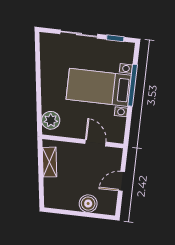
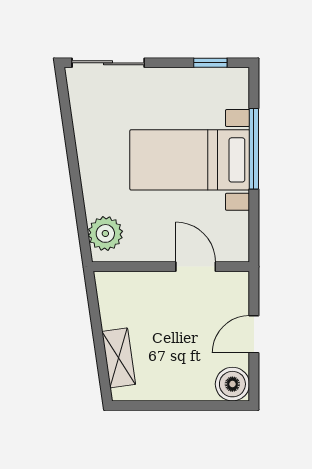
sliding door: (79, 34) -> (108, 63), moved
shelving: (50, 162) -> (119, 358), moved
boiler: (88, 204) -> (232, 384), moved

